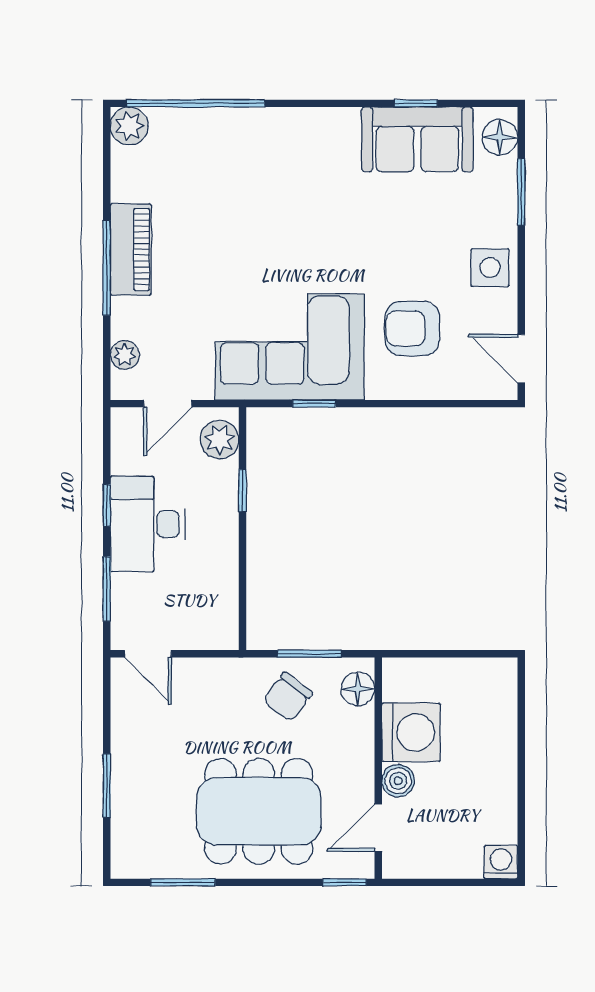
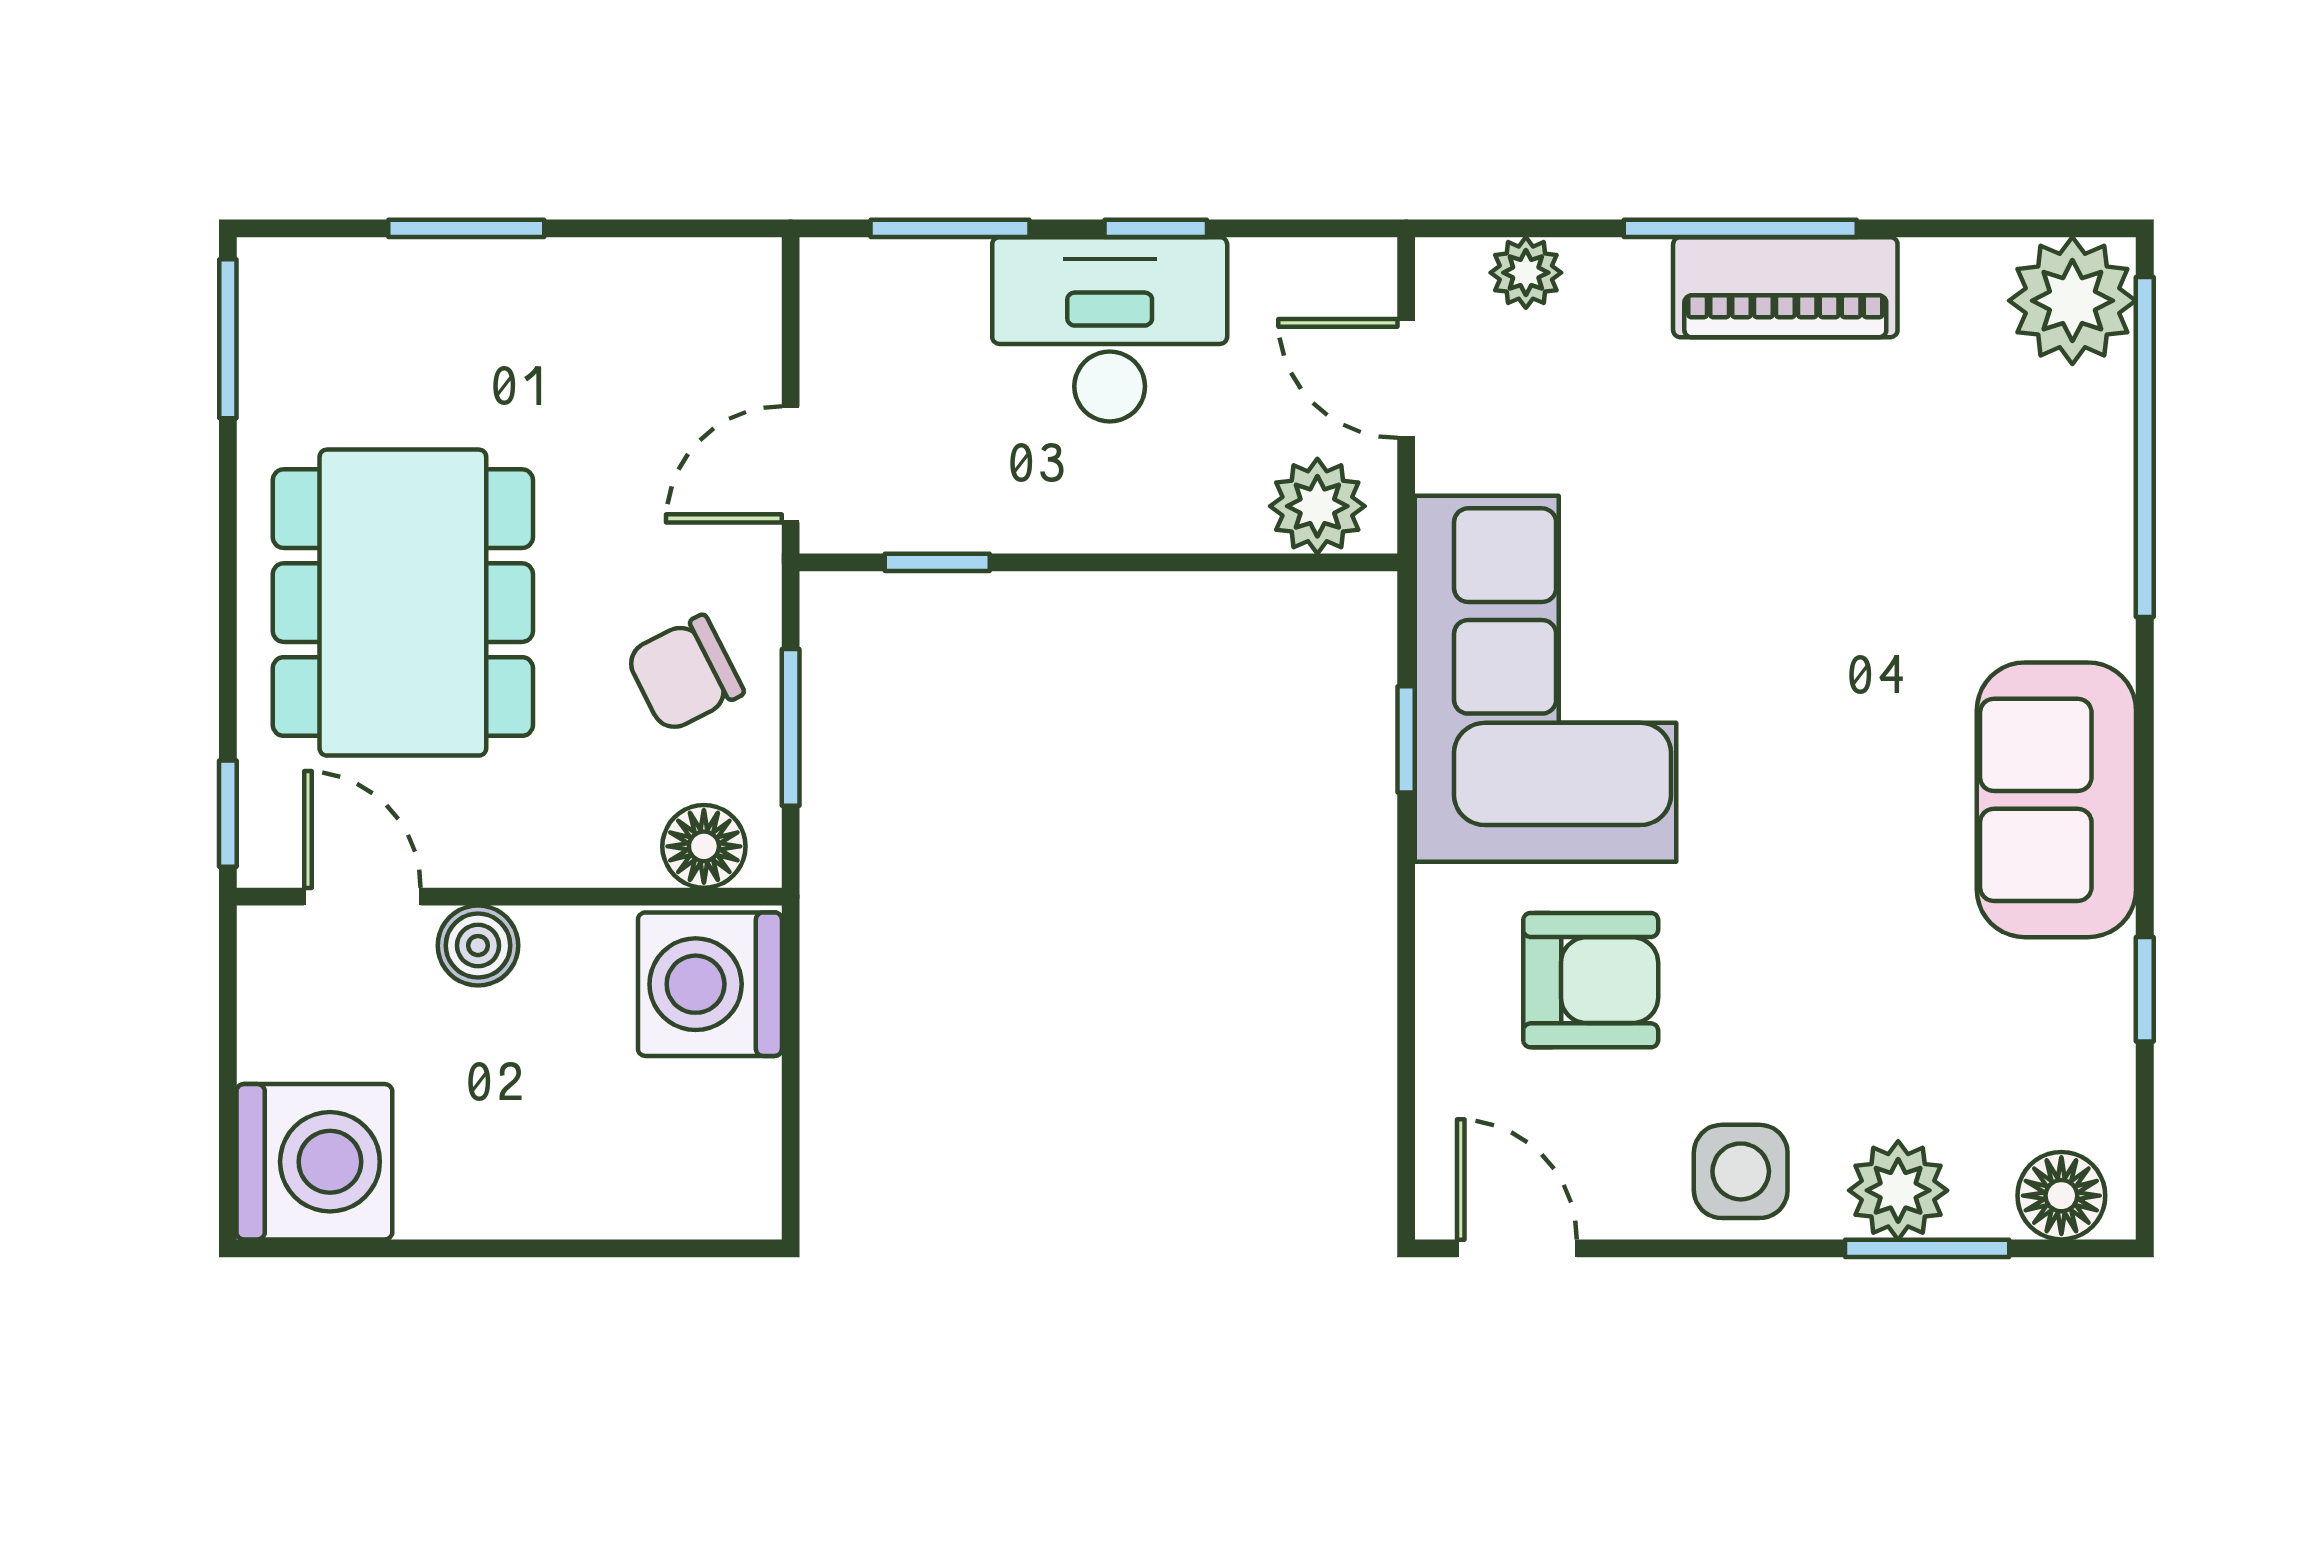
plant: (129, 126) -> (2072, 301), width x1.36, depth x1.36
sofa: (417, 139) -> (2056, 800), moved
plant: (498, 204) -> (1898, 1190), added
armchair: (412, 329) -> (1591, 980), turned 90
door: (521, 359) -> (1517, 1248), hinge flipped
window: (242, 491) -> (937, 562), moved
door: (148, 654) -> (791, 464), moved
chair: (288, 697) -> (685, 674), turned -64
washing machine: (411, 732) -> (710, 984), moved, turned 90
washing machine: (501, 862) -> (314, 1162), width x1.89, depth x1.89
window: (183, 882) -> (228, 339), moved

